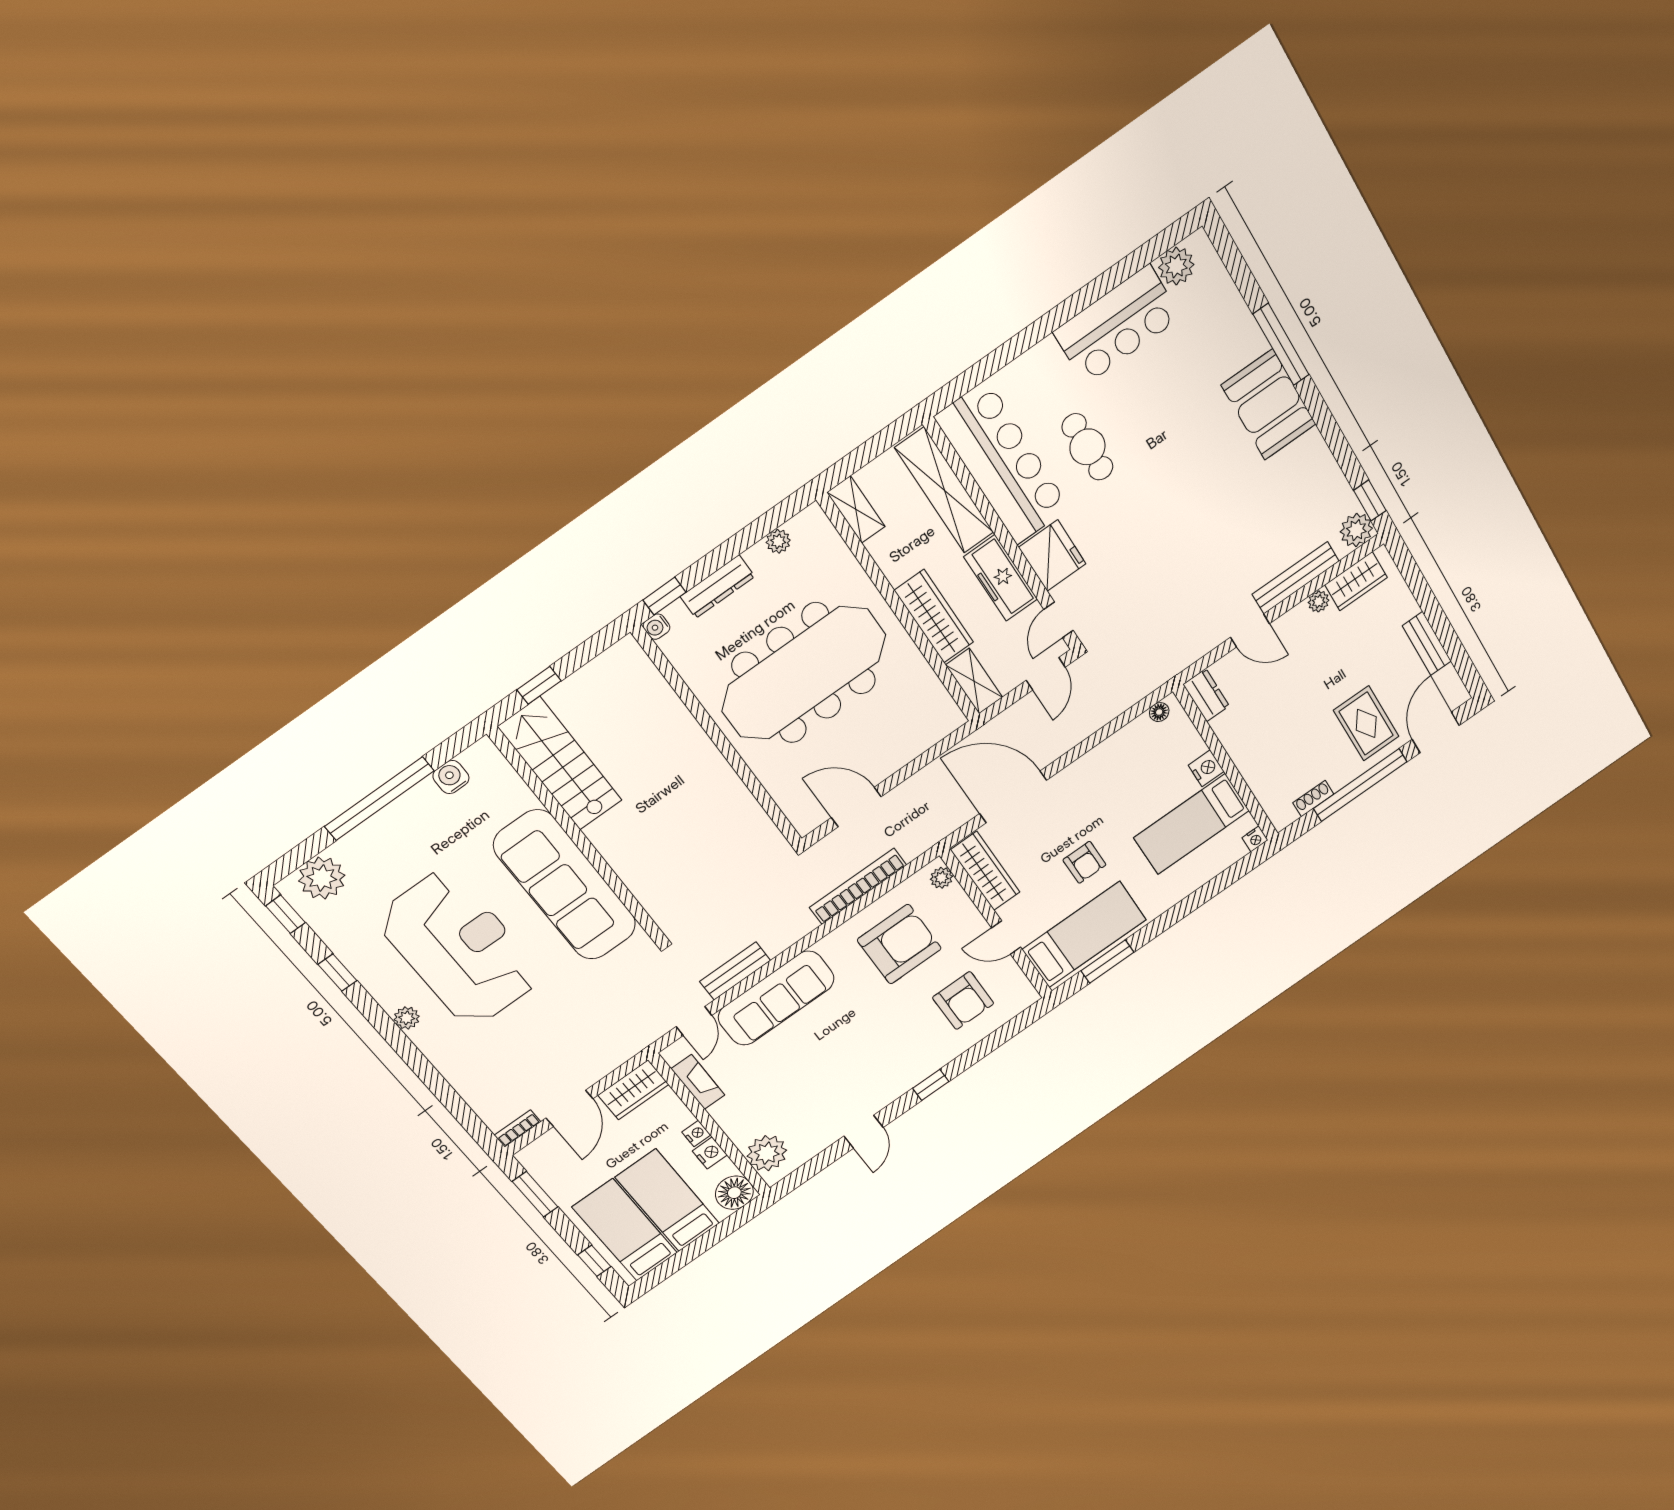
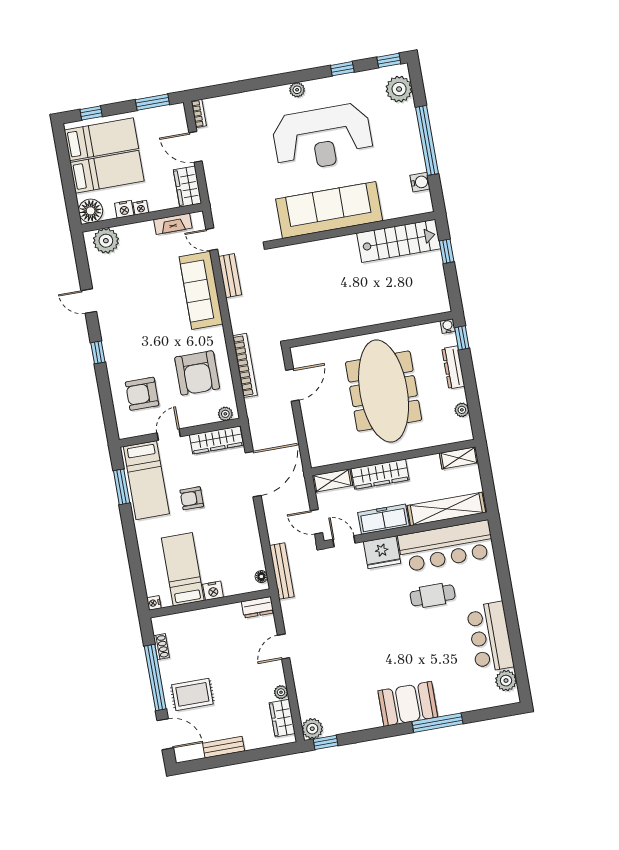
bench: (1296, 578) -> (282, 571), moved

